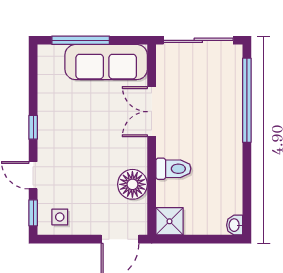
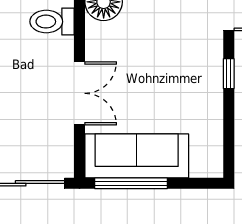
window: (81, 40) -> (131, 183), moved

